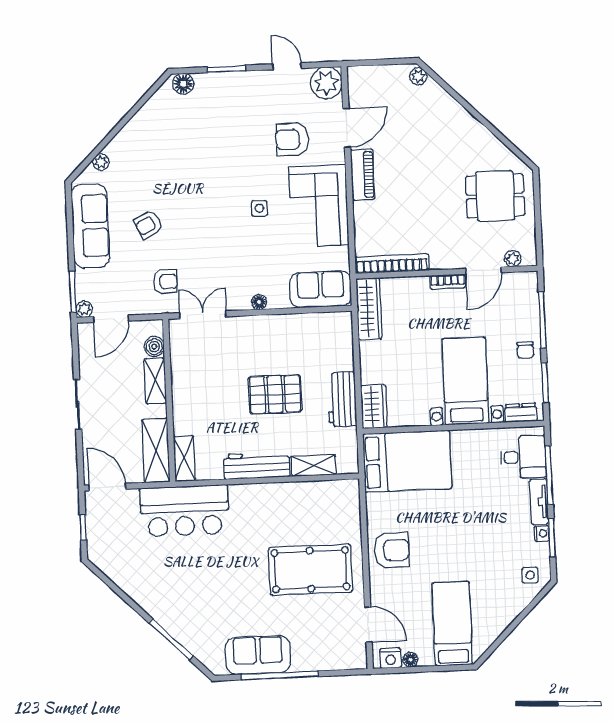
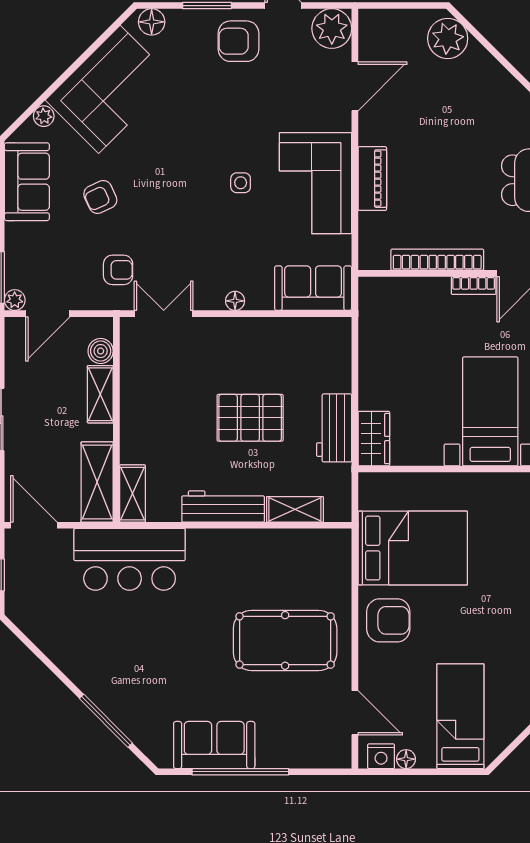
plant: (418, 76) -> (448, 38), width x1.88, depth x1.88
corner sofa: (152, 139) -> (109, 89), added
armchair: (292, 139) -> (239, 41), moved
piano: (363, 175) -> (372, 179), moved
sofa: (90, 226) -> (27, 182), width x0.73
bookcase: (392, 264) -> (437, 260), moved
wardrobe: (369, 309) -> (373, 315), removed
bed: (407, 461) -> (413, 548), moved

